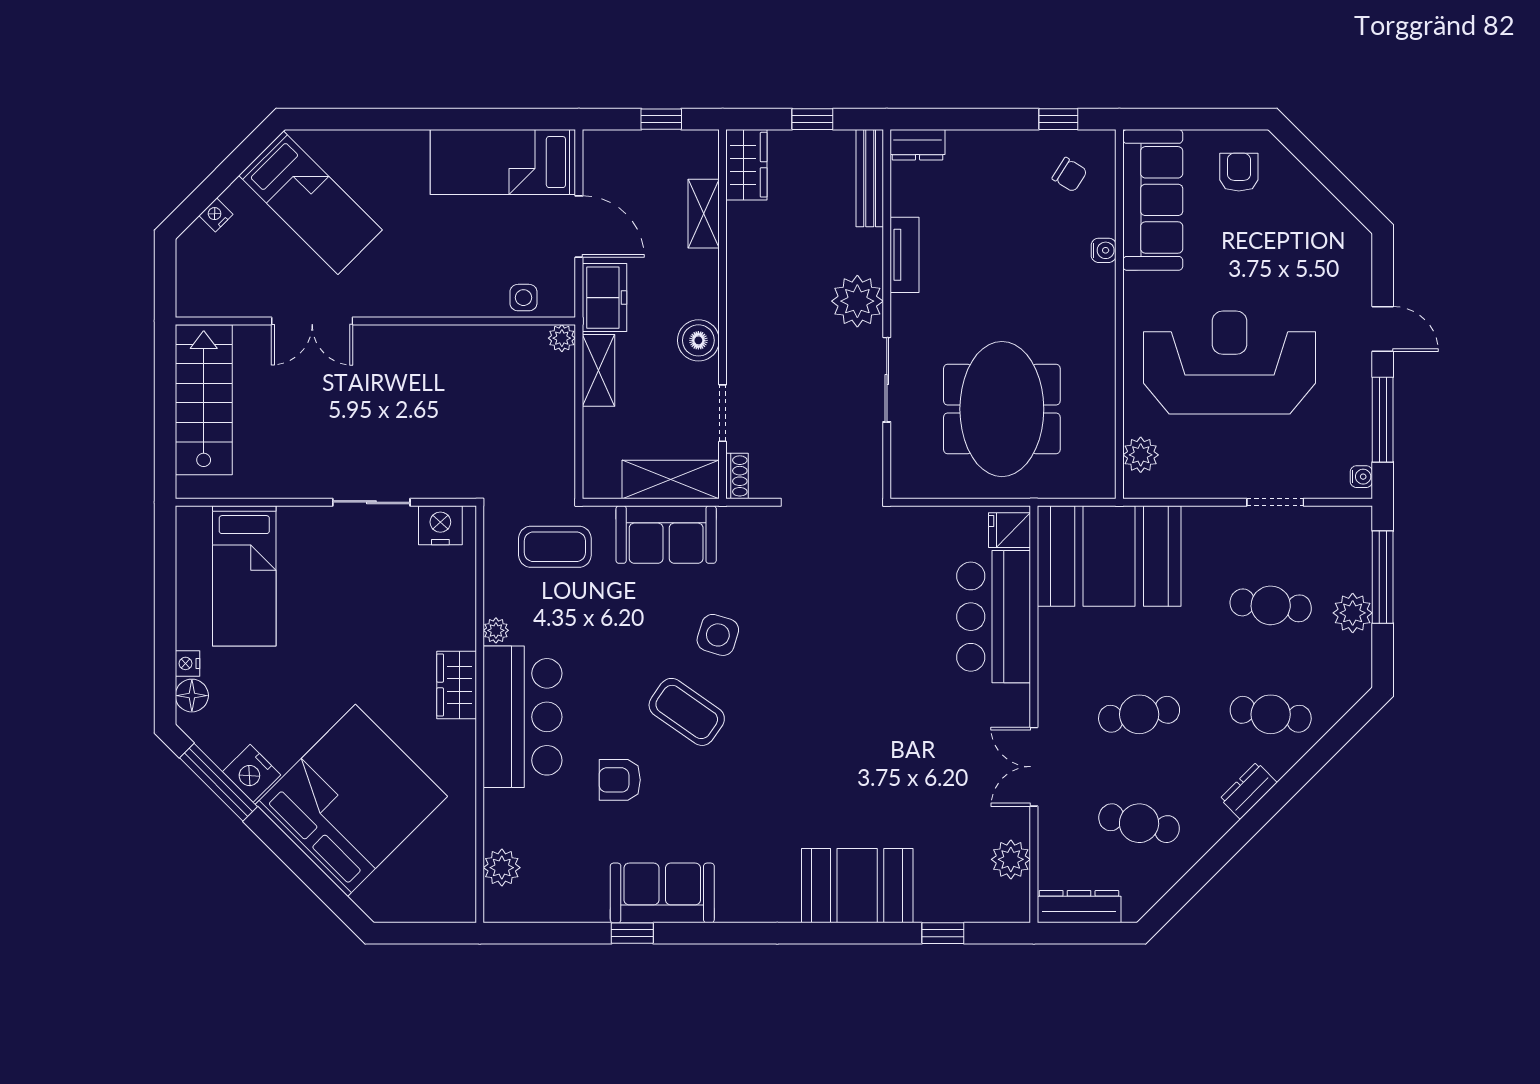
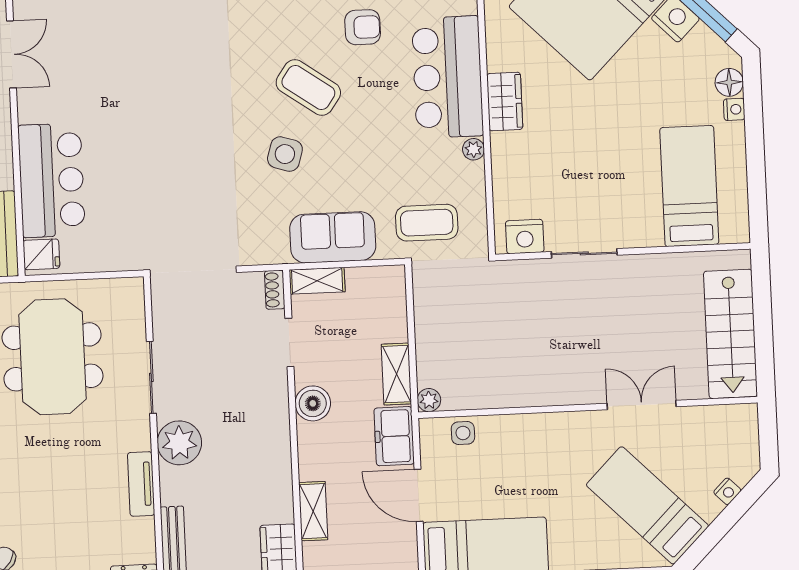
shelving: (671, 479) -> (317, 281), width x0.67, depth x0.75

